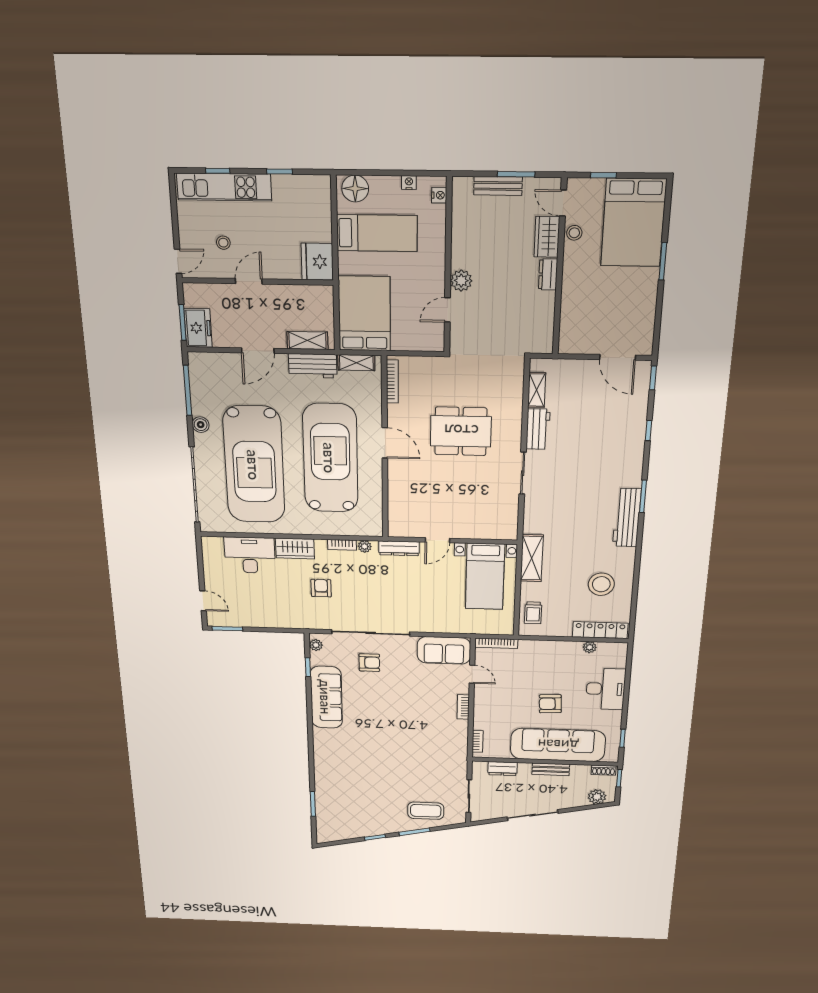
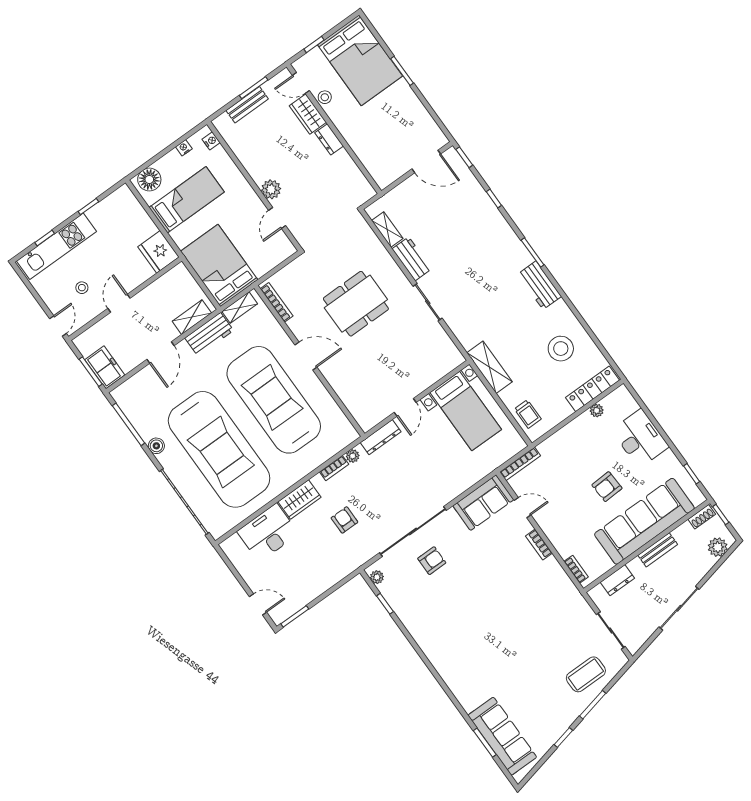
workbench: (627, 518) -> (539, 285), width x0.73
sofa: (326, 697) -> (502, 736), moved

